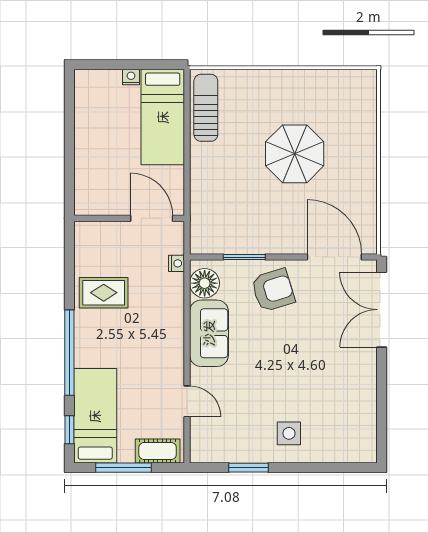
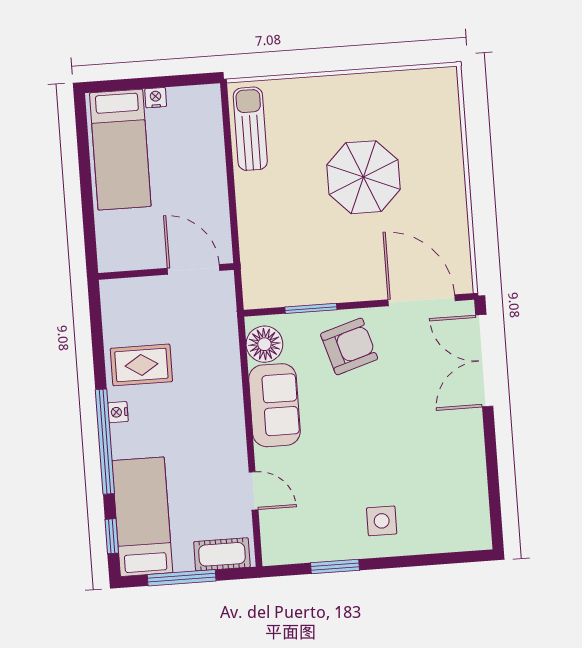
bed: (163, 117) -> (120, 150), moved
nightstand: (176, 263) -> (118, 412), moved, turned 180

